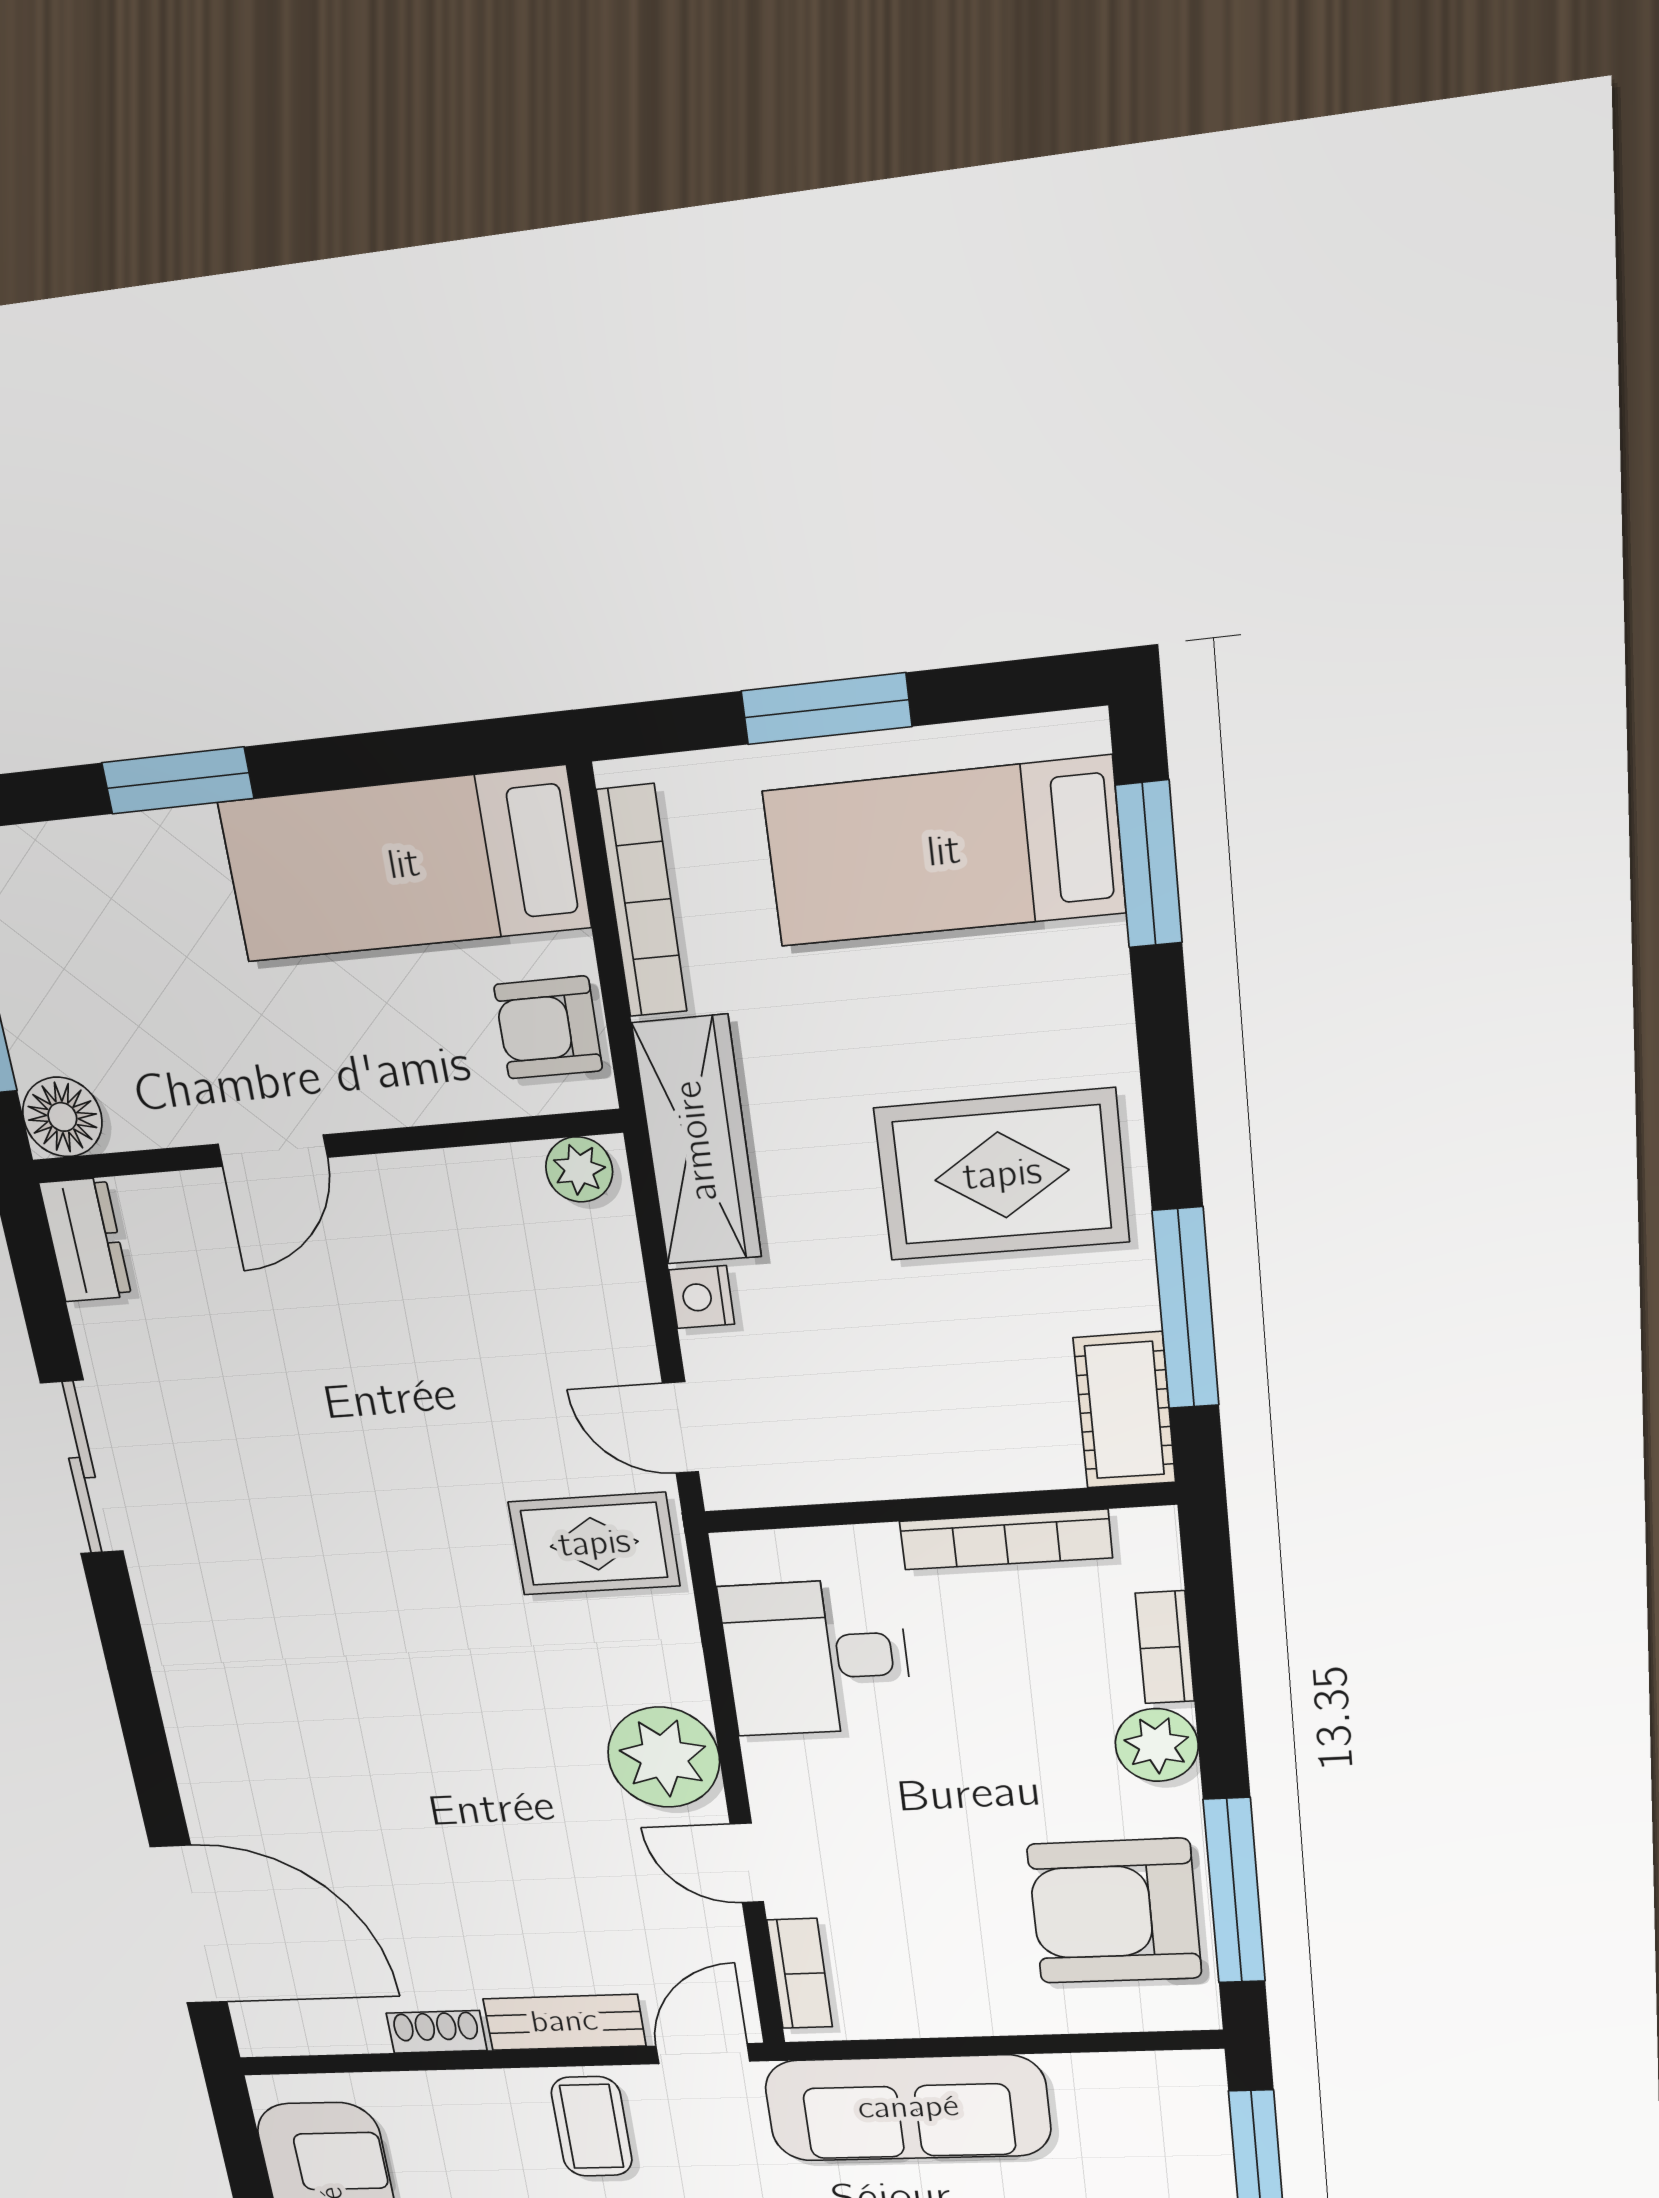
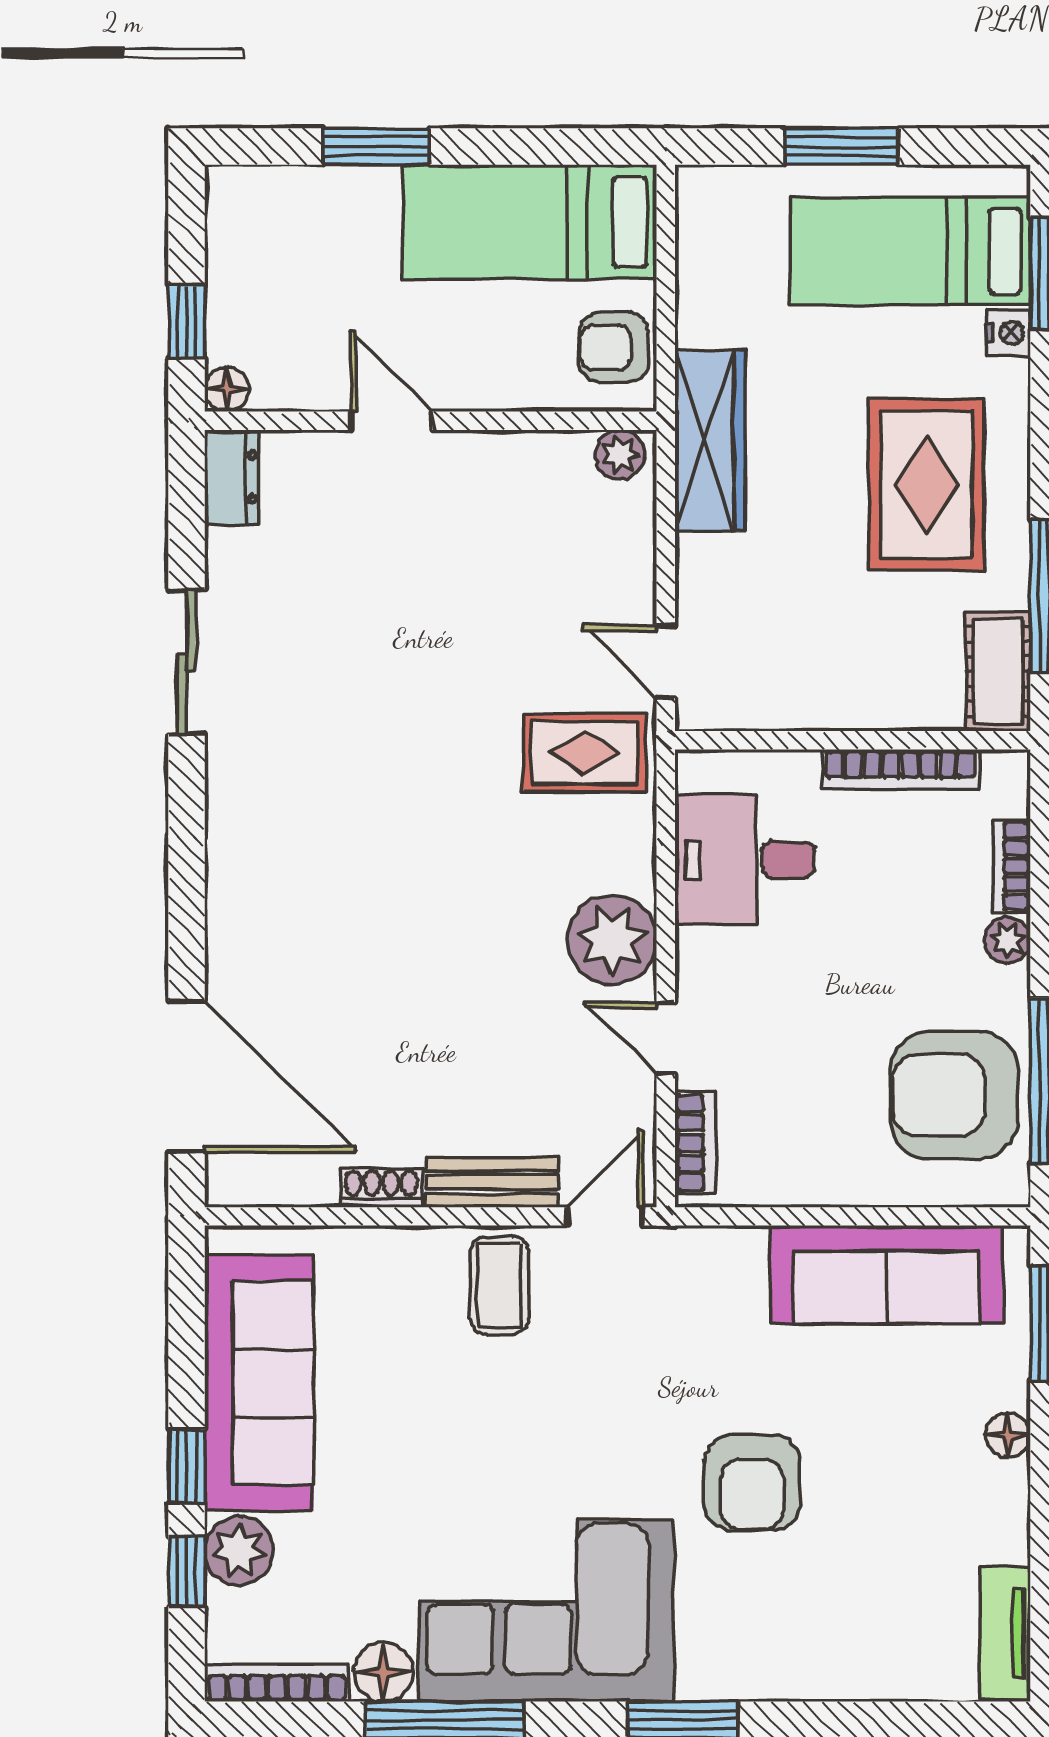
bookcase: (642, 901) -> (695, 264), removed
floor lamp: (62, 1117) -> (227, 389), width x0.73, depth x0.73
door: (273, 1151) -> (392, 421), swing flipped
rug: (1002, 1175) -> (927, 485), turned 90
nightstand: (702, 1297) -> (1009, 333), moved, turned 180
plant: (1157, 1745) -> (1007, 940), width x0.73, depth x0.73
sofa: (908, 2108) -> (887, 1275), moved

